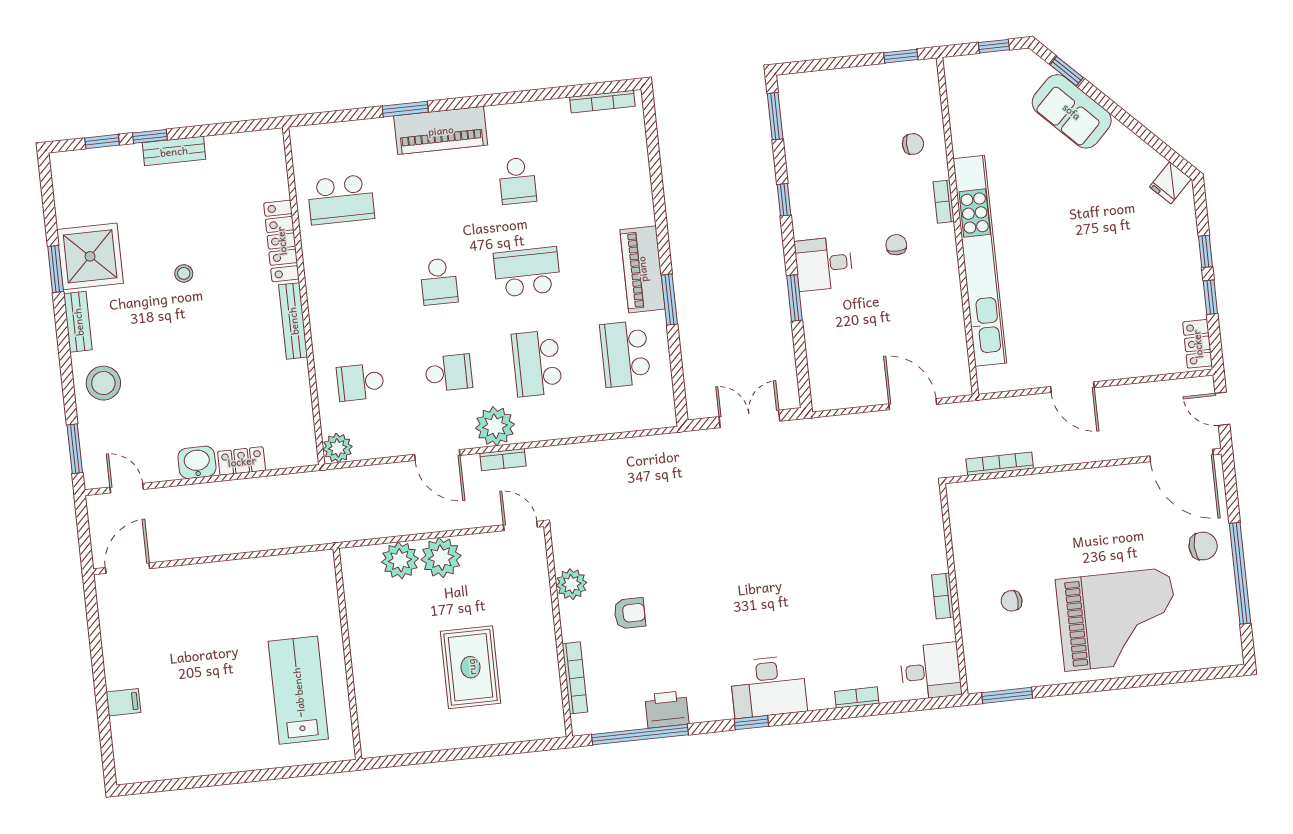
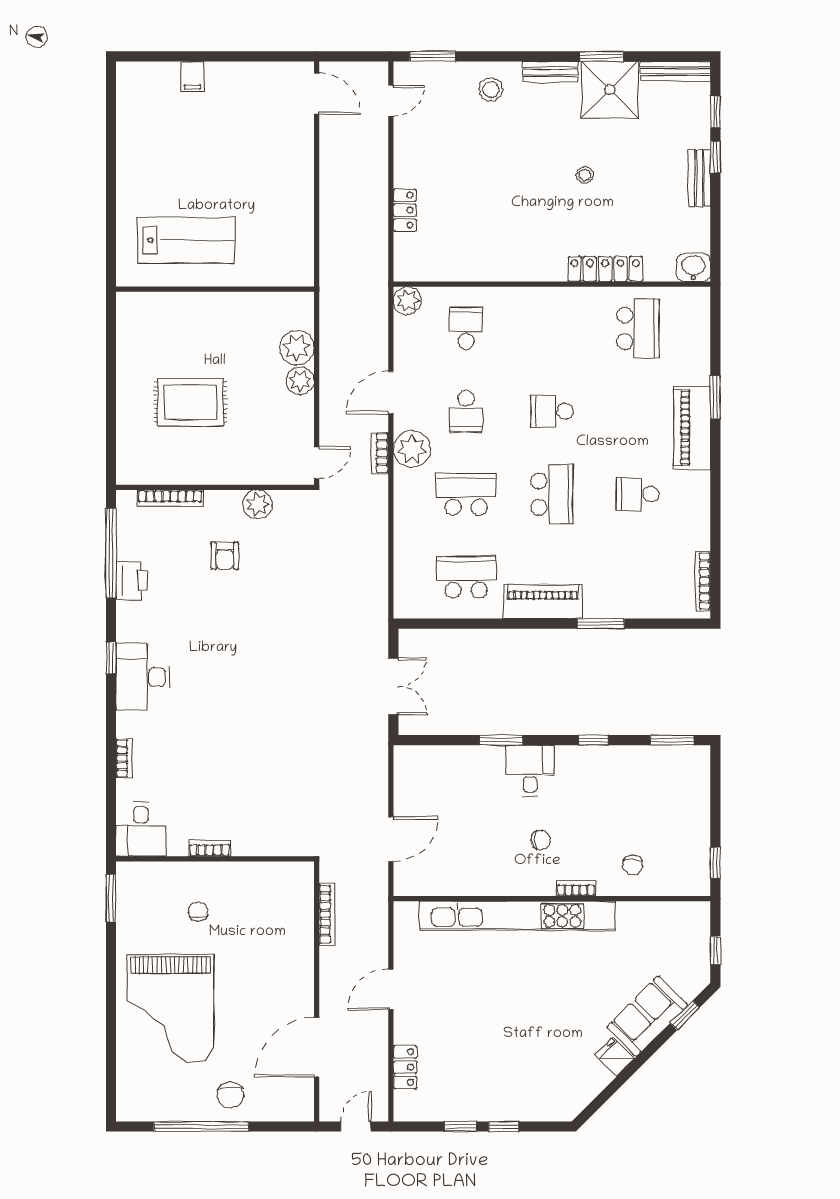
fridge: (1170, 183) -> (615, 1057), moved
school desk: (341, 200) -> (638, 328), turned 180
window: (669, 300) -> (601, 624), moved
bench: (293, 321) -> (675, 71), moved
locker: (1197, 344) -> (405, 1067), moved, turned 90
stool: (103, 383) -> (491, 89), width x0.73, depth x0.73
door: (1182, 455) -> (317, 1047), moved
washbasin: (197, 462) -> (693, 267), moved, turned -90
plant: (441, 558) -> (300, 381), width x0.73, depth x0.73

